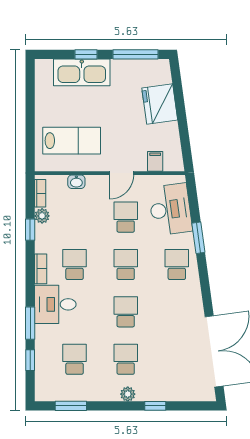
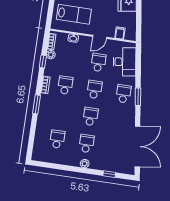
window: (198, 238) -> (138, 97), moved
desk: (55, 304) -> (51, 106), removed
window: (30, 323) -> (37, 104), moved
window: (30, 360) -> (32, 136), removed
window: (71, 406) -> (51, 166), removed
window: (155, 406) -> (109, 174), moved

